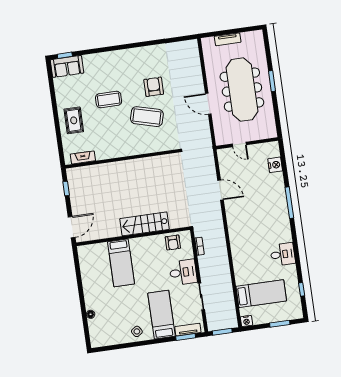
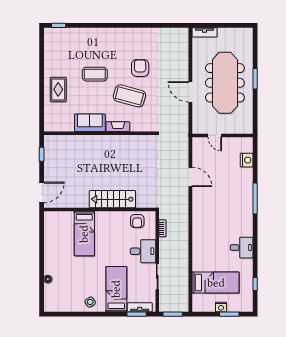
tv unit: (228, 39) -> (204, 32), moved
sofa: (67, 66) -> (90, 123), moved, turned 180
fireplace: (83, 157) -> (118, 127), moved
nightstand: (246, 321) -> (221, 307), moved

